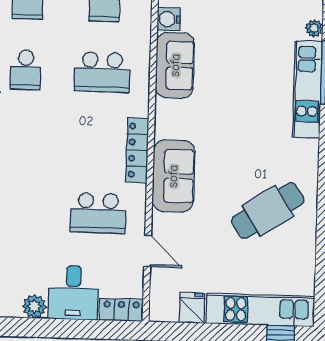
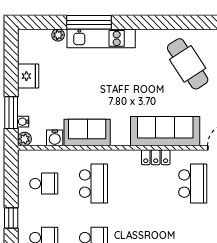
locker: (137, 150) -> (156, 157), width x0.66
sofa: (173, 176) -> (165, 131), width x1.36

